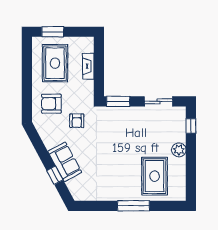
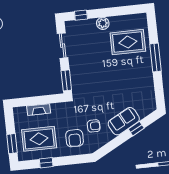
window: (27, 68) -> (46, 163), added
armchair: (77, 121) -> (94, 126), moved

